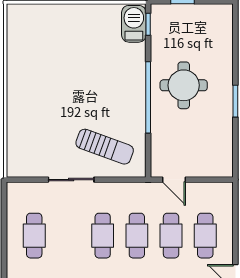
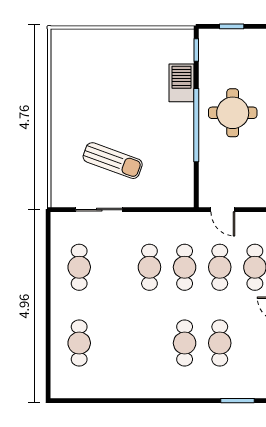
barbecue: (134, 24) -> (181, 83), moved
sun lounger: (105, 147) -> (113, 161), moved
sliding door: (71, 180) -> (99, 210), moved

